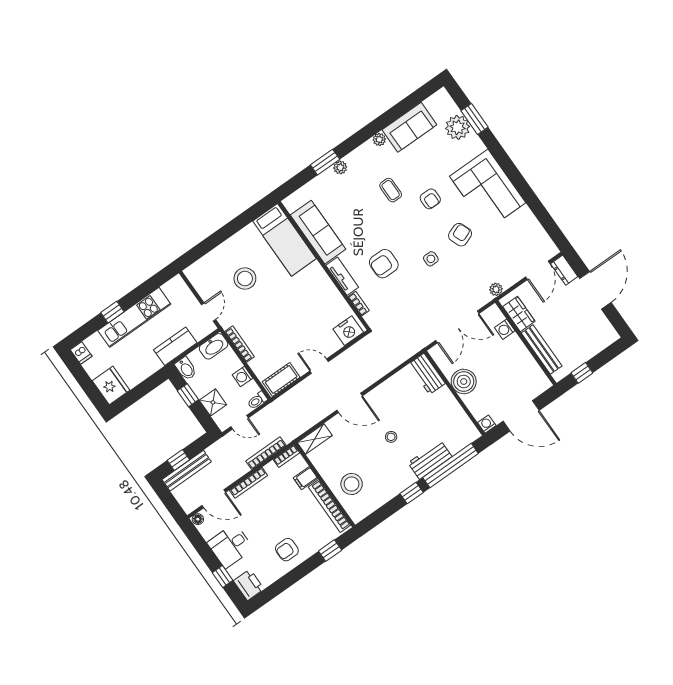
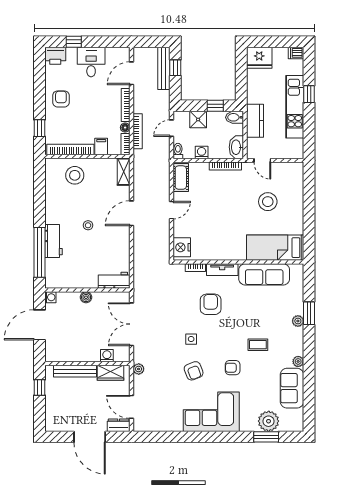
boiler: (464, 381) -> (86, 297), width x0.54, depth x0.54
window: (412, 493) -> (39, 212), removed
floor lamp: (198, 519) -> (125, 128), moved

